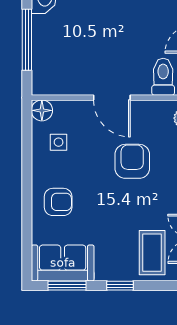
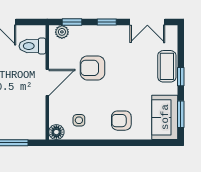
armchair: (58, 202) -> (121, 121), turned -90
coffee table: (152, 253) -> (167, 66), moved, turned 90

